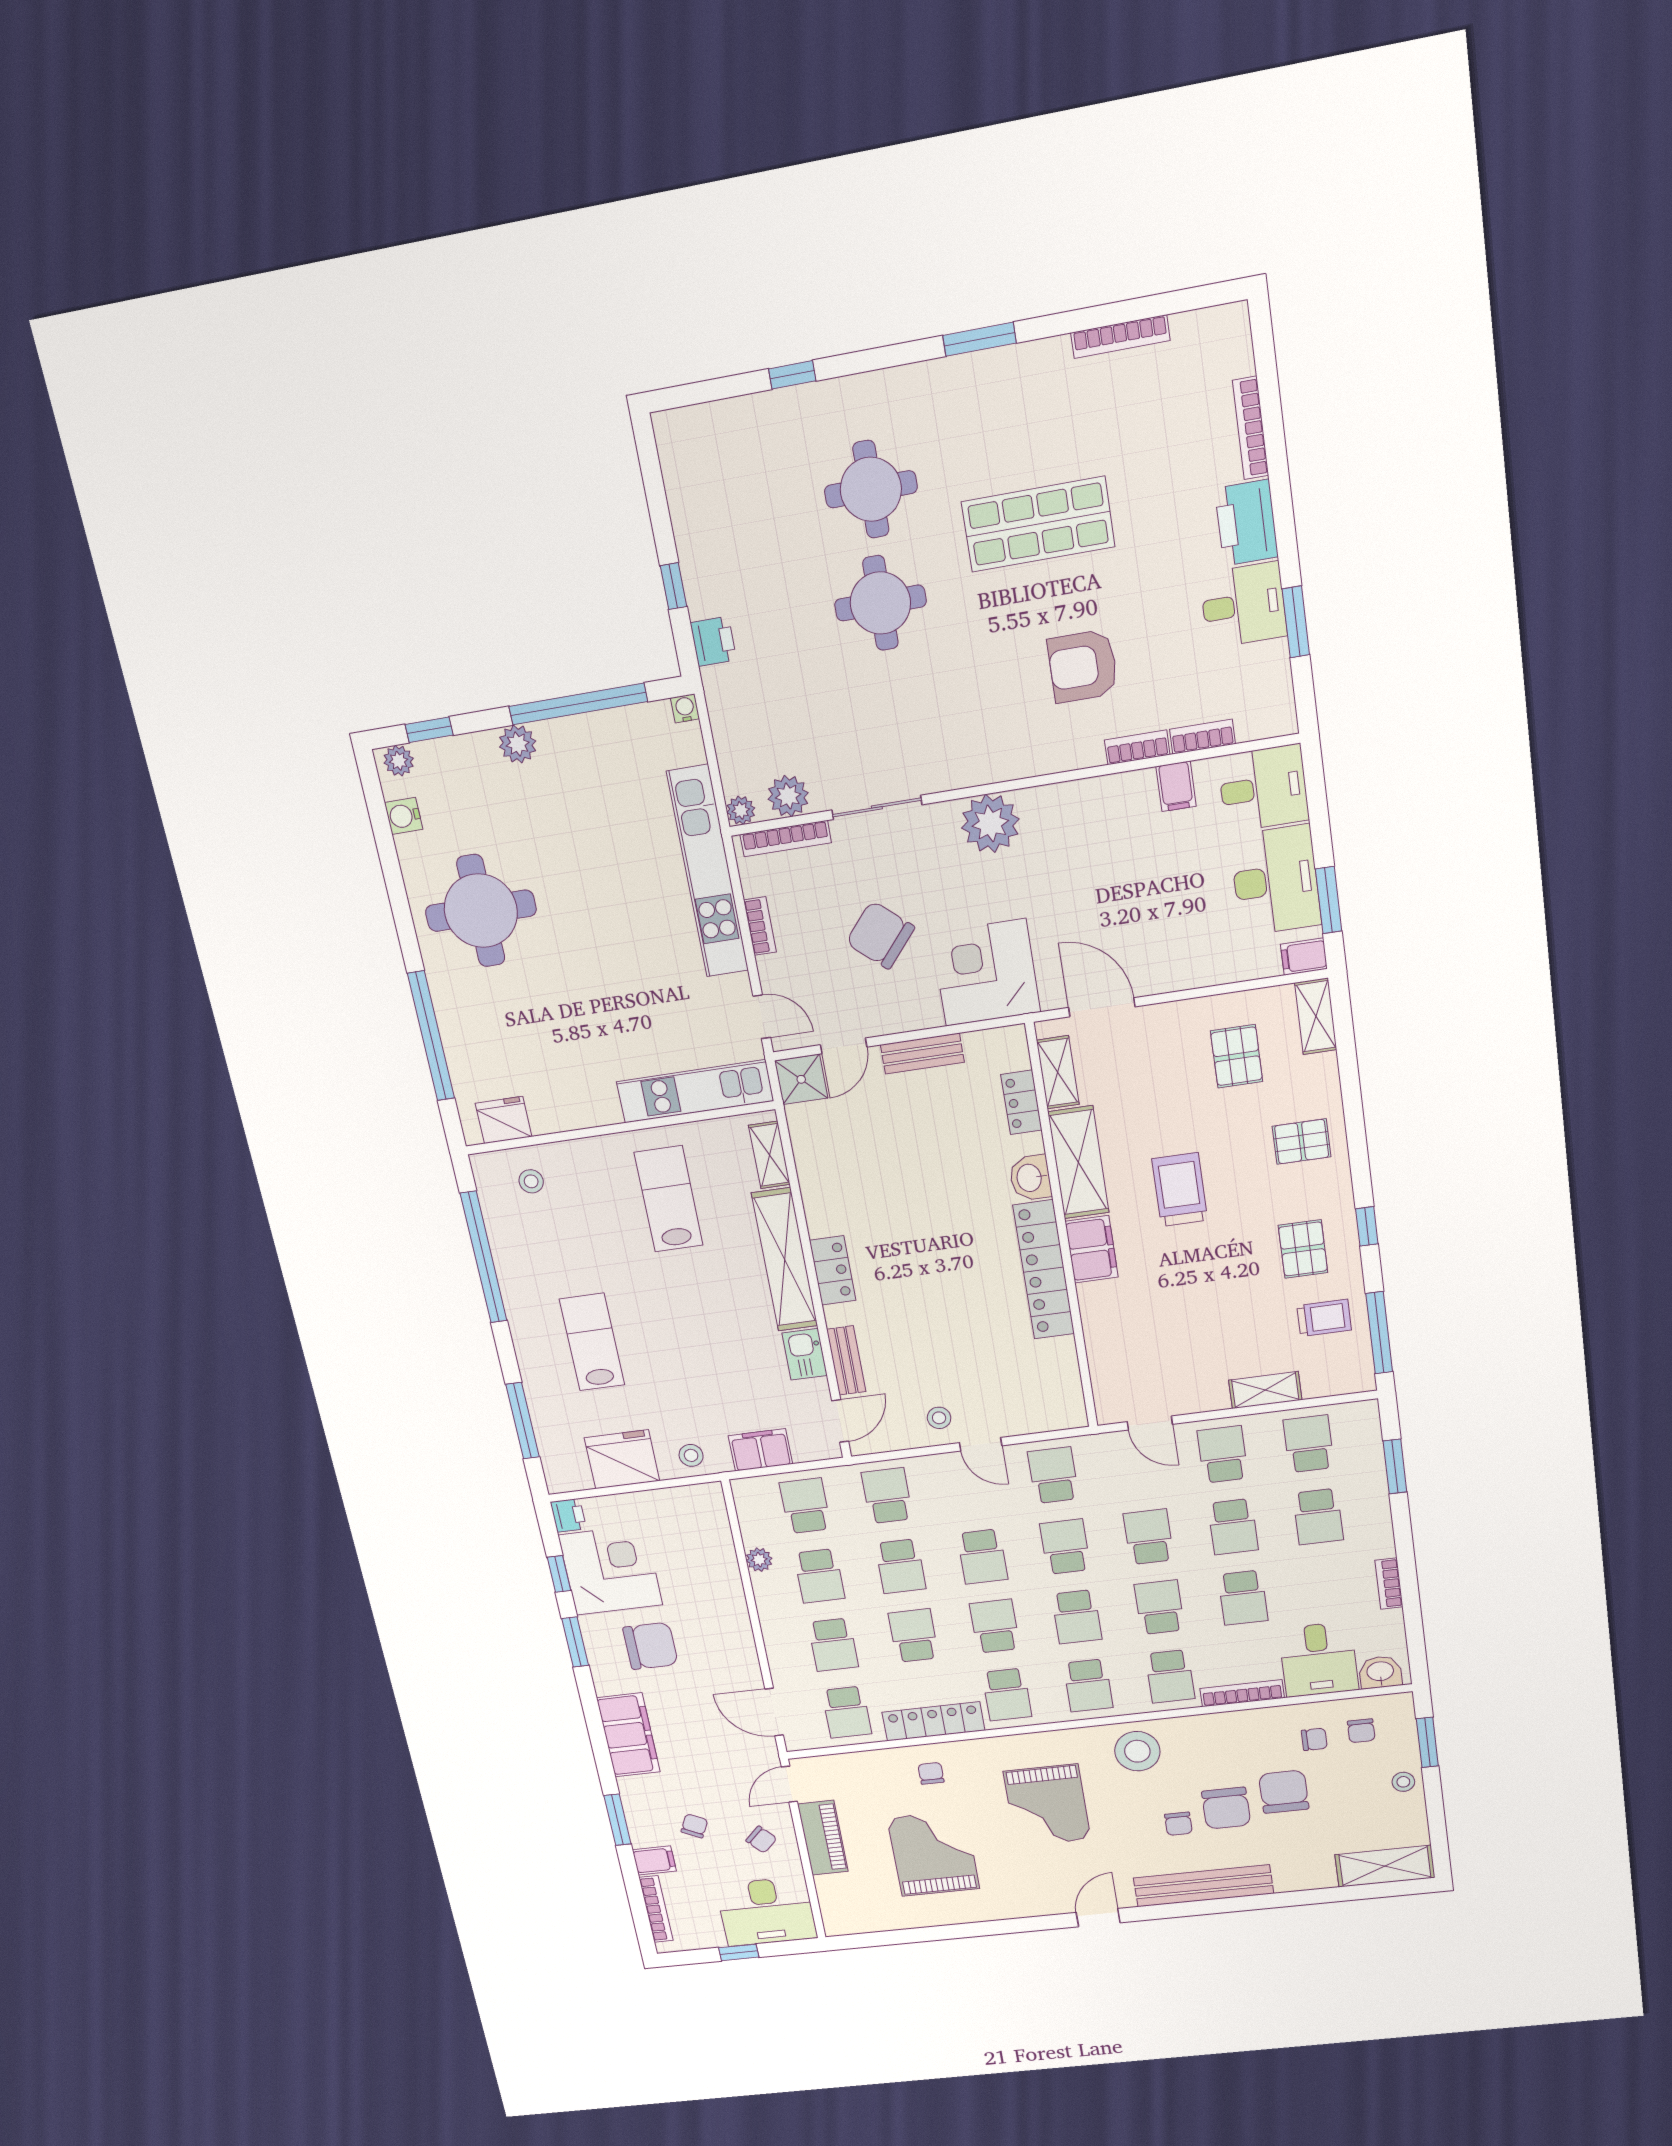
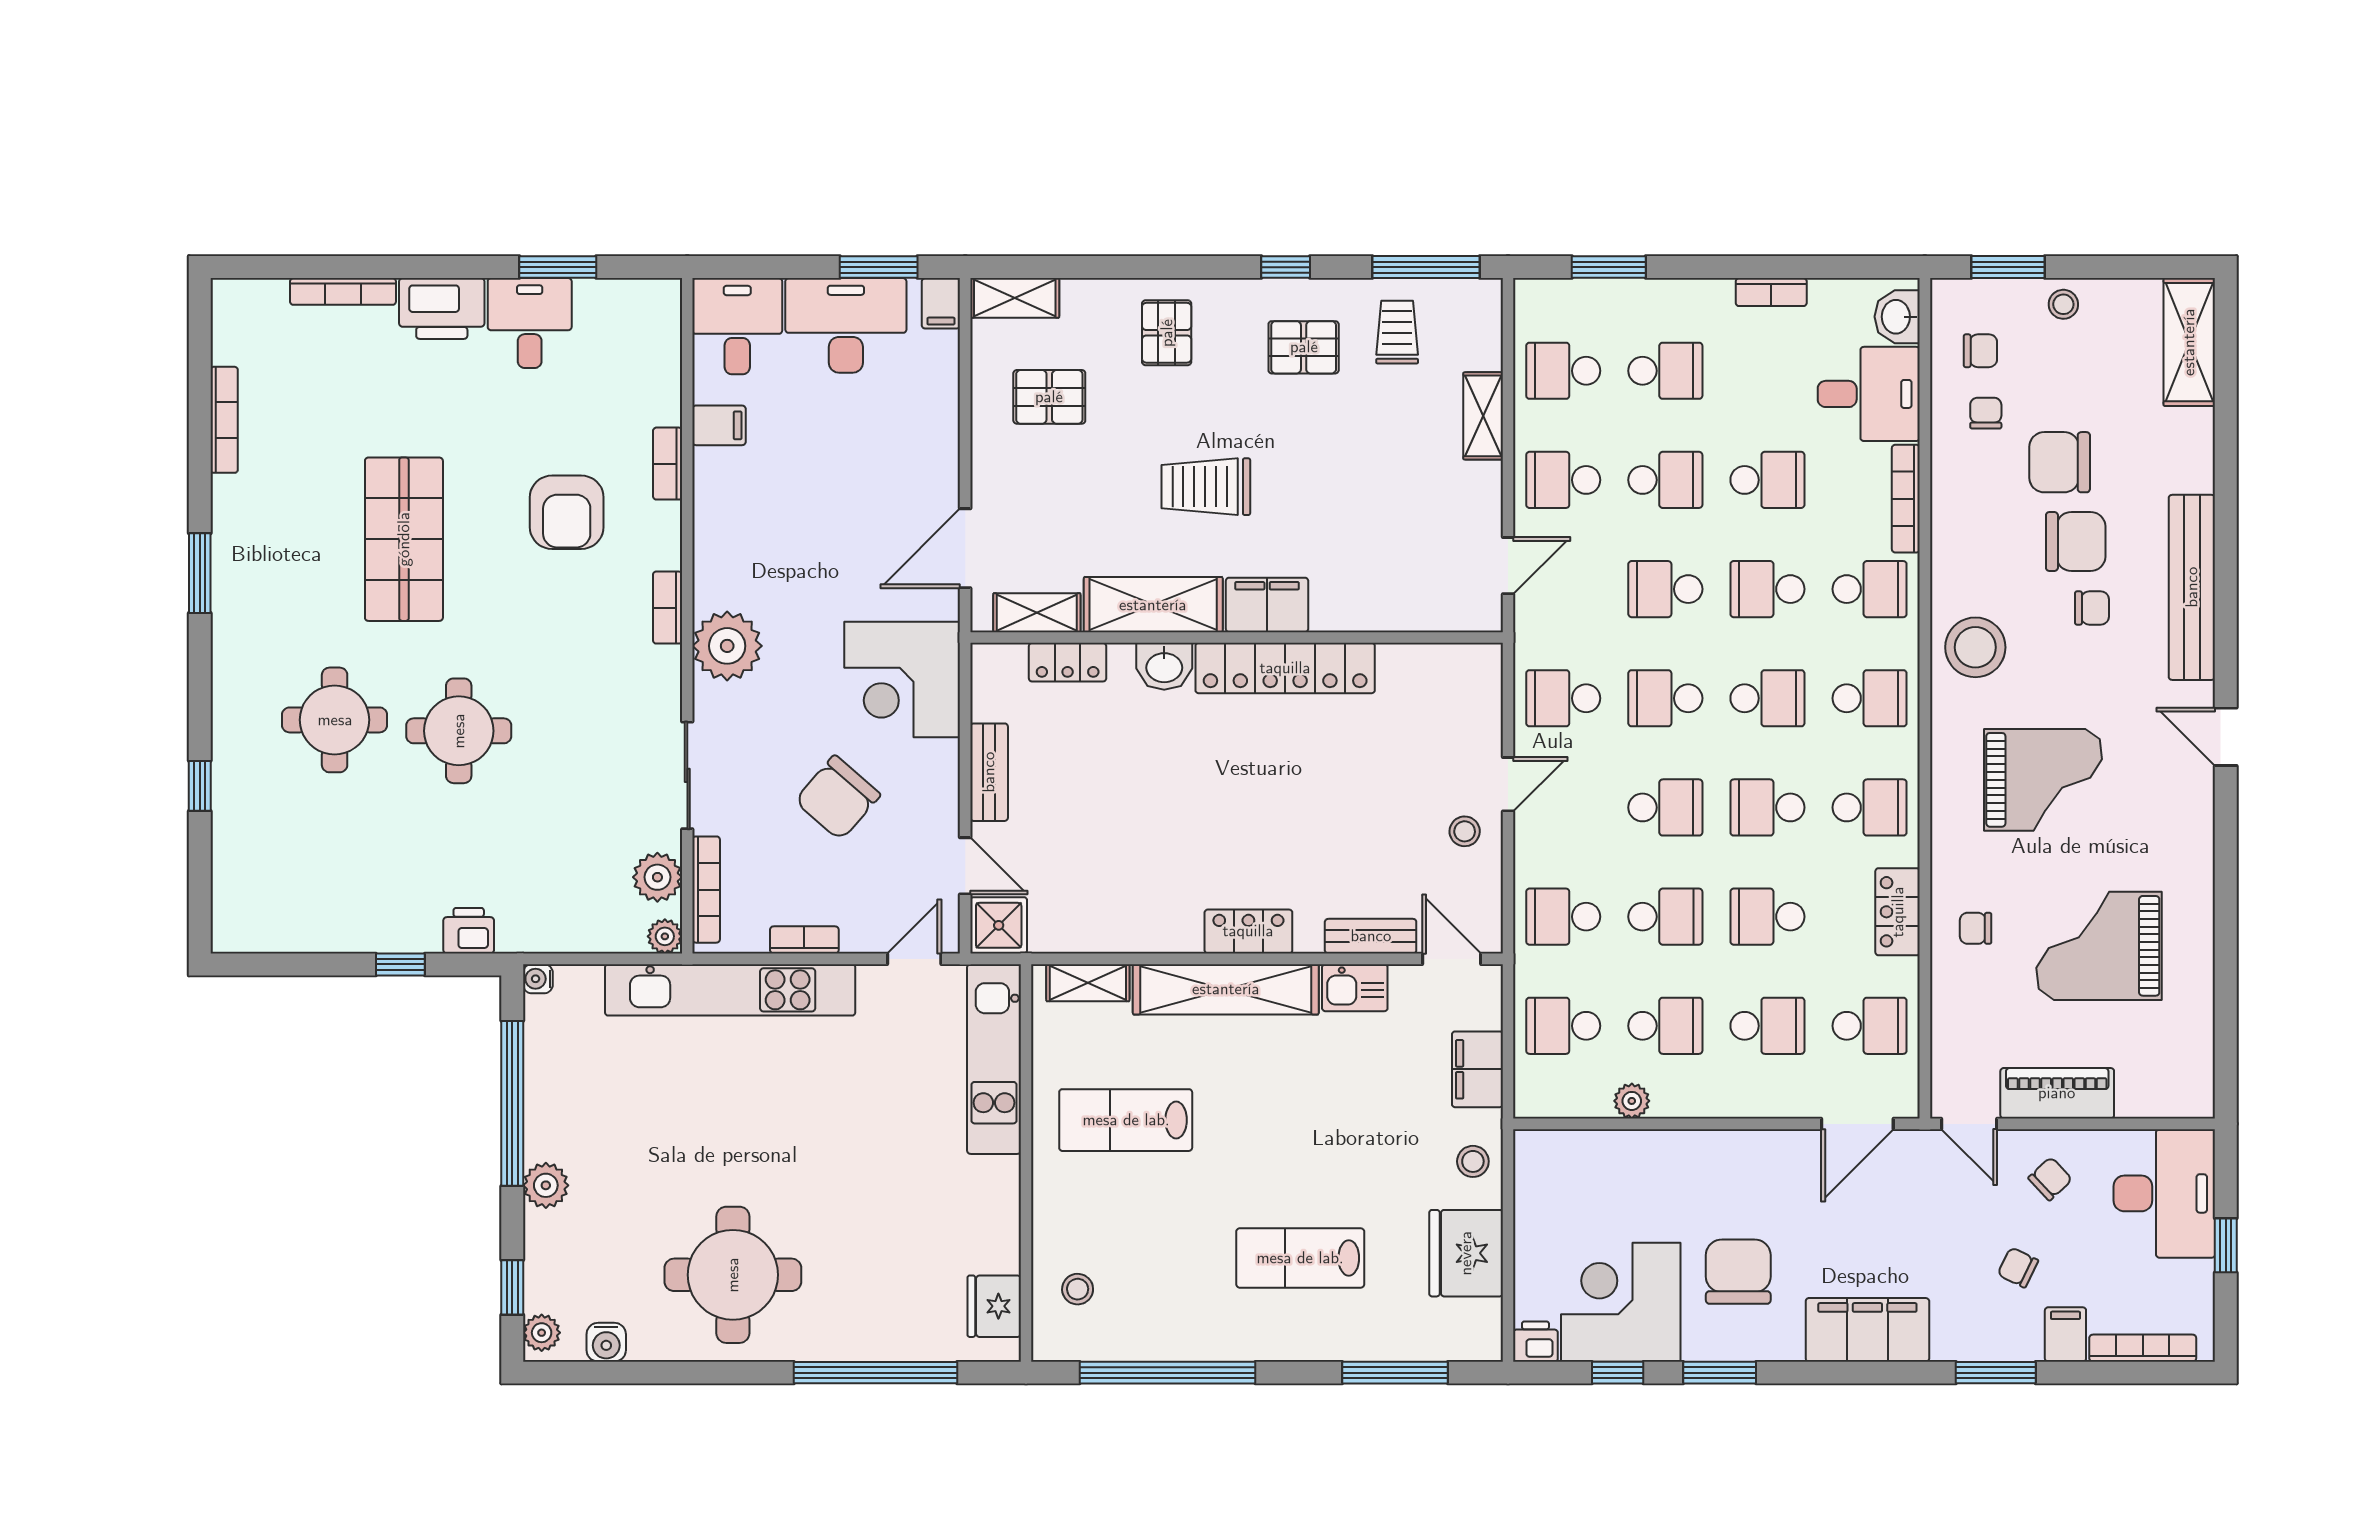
bookcase: (1202, 737) -> (668, 608), moved
locker: (933, 1721) -> (1898, 912), width x0.66

